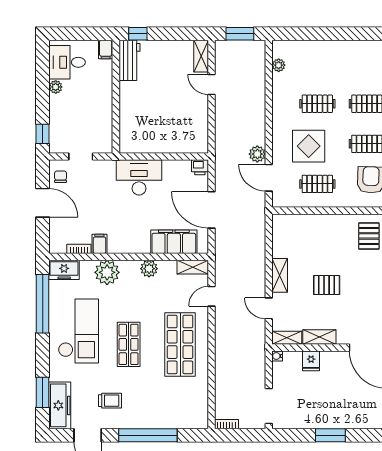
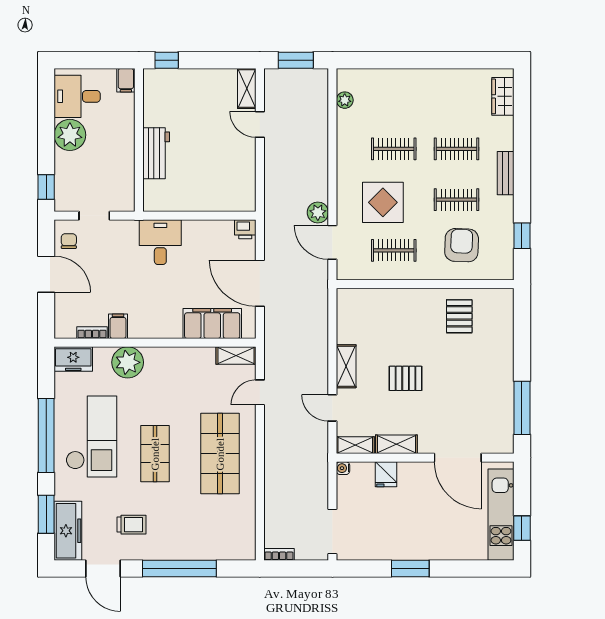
workbench: (129, 60) -> (156, 153), moved
plant: (56, 87) -> (70, 135), width x1.88, depth x1.88
desk: (139, 177) -> (160, 242), width x0.73
plant: (149, 269) -> (181, 358), removed
window: (43, 304) -> (46, 435), moved

